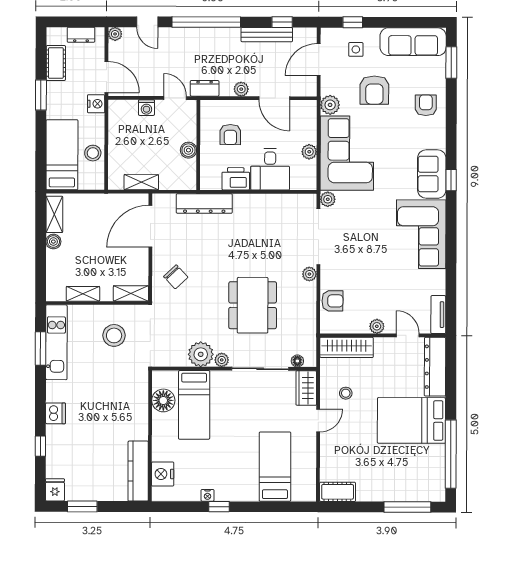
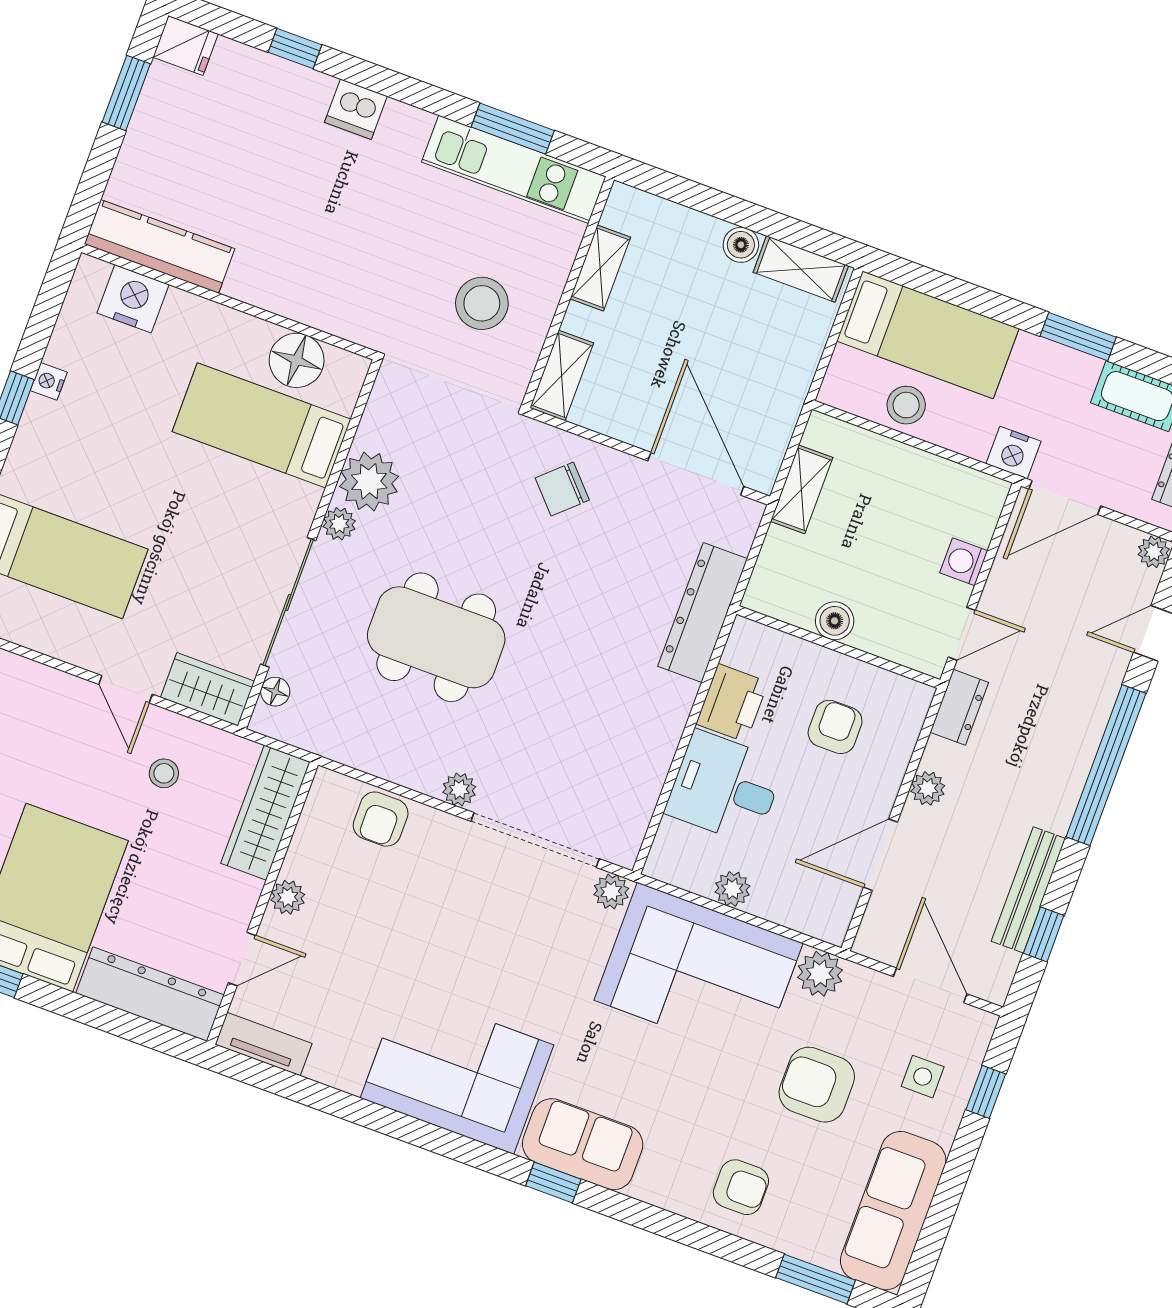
armchair: (230, 135) -> (835, 727), turned 90

